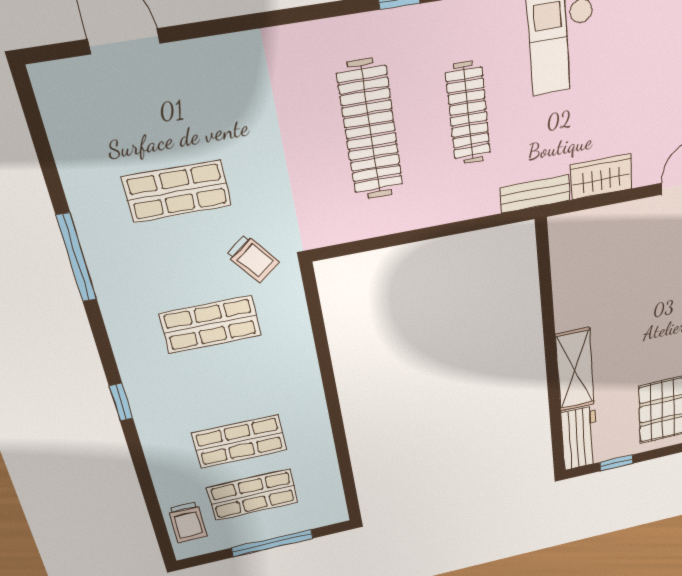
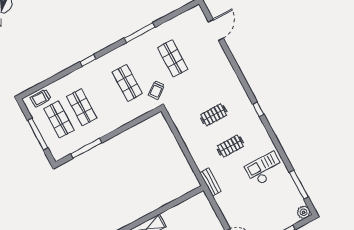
clothes rail: (468, 113) -> (230, 146), width x0.73
clothes rail: (370, 130) -> (214, 115), width x0.54, depth x0.76
wardrobe: (601, 177) -> (225, 204), removed
window: (342, 452) -> (86, 148), added

